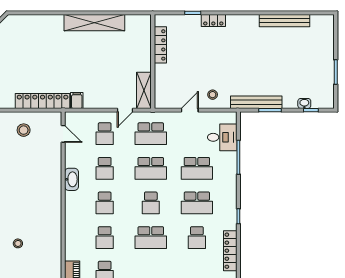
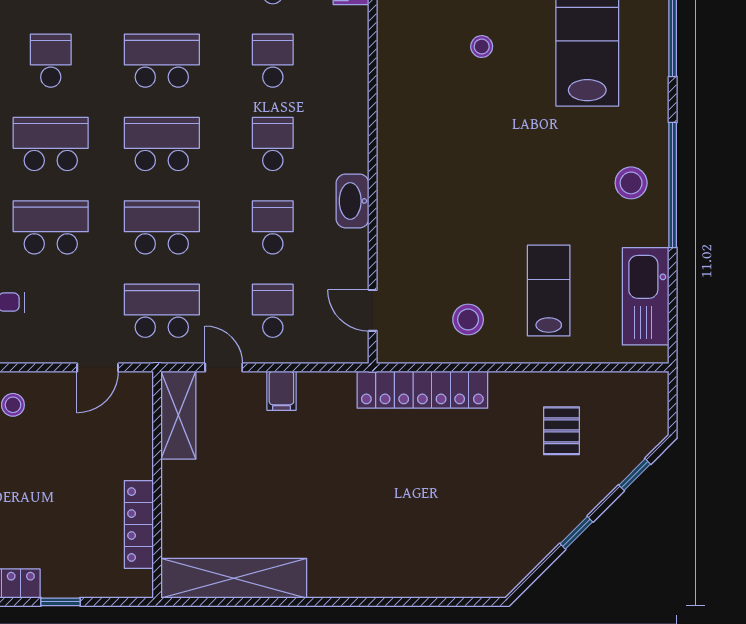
shelving: (94, 23) -> (234, 578), moved
filing cabinet: (77, 100) -> (281, 391), moved
door: (125, 110) -> (224, 367), hinge flipped
door: (190, 110) -> (98, 367), moved
school desk: (151, 203) -> (162, 144), width x1.85

